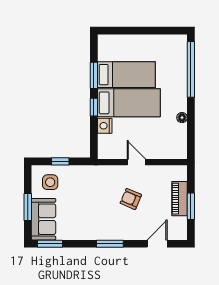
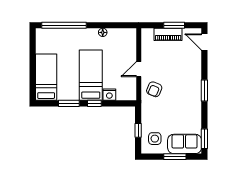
bed: (126, 75) -> (46, 77), moved
armchair: (131, 199) -> (154, 89), moved
door: (157, 244) -> (204, 42), moved

